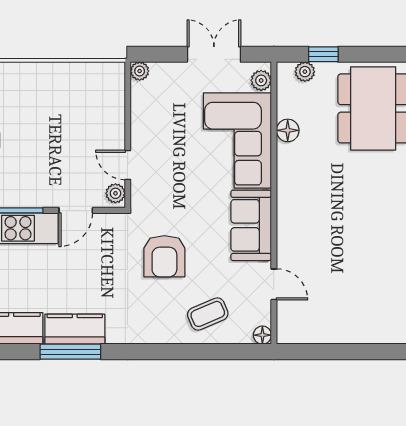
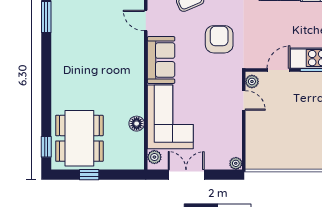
double door: (214, 54) -> (186, 175), swing flipped
window: (323, 54) -> (89, 175), moved
plant: (305, 72) -> (125, 163), removed

